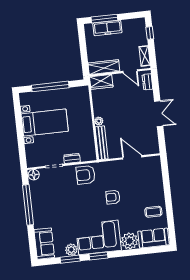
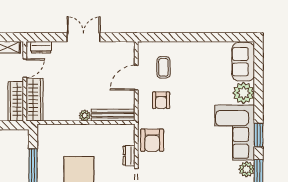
wardrobe: (101, 82) -> (35, 100), width x1.50
armchair: (113, 197) -> (161, 100), moved
coffee table: (153, 212) -> (163, 67), moved

